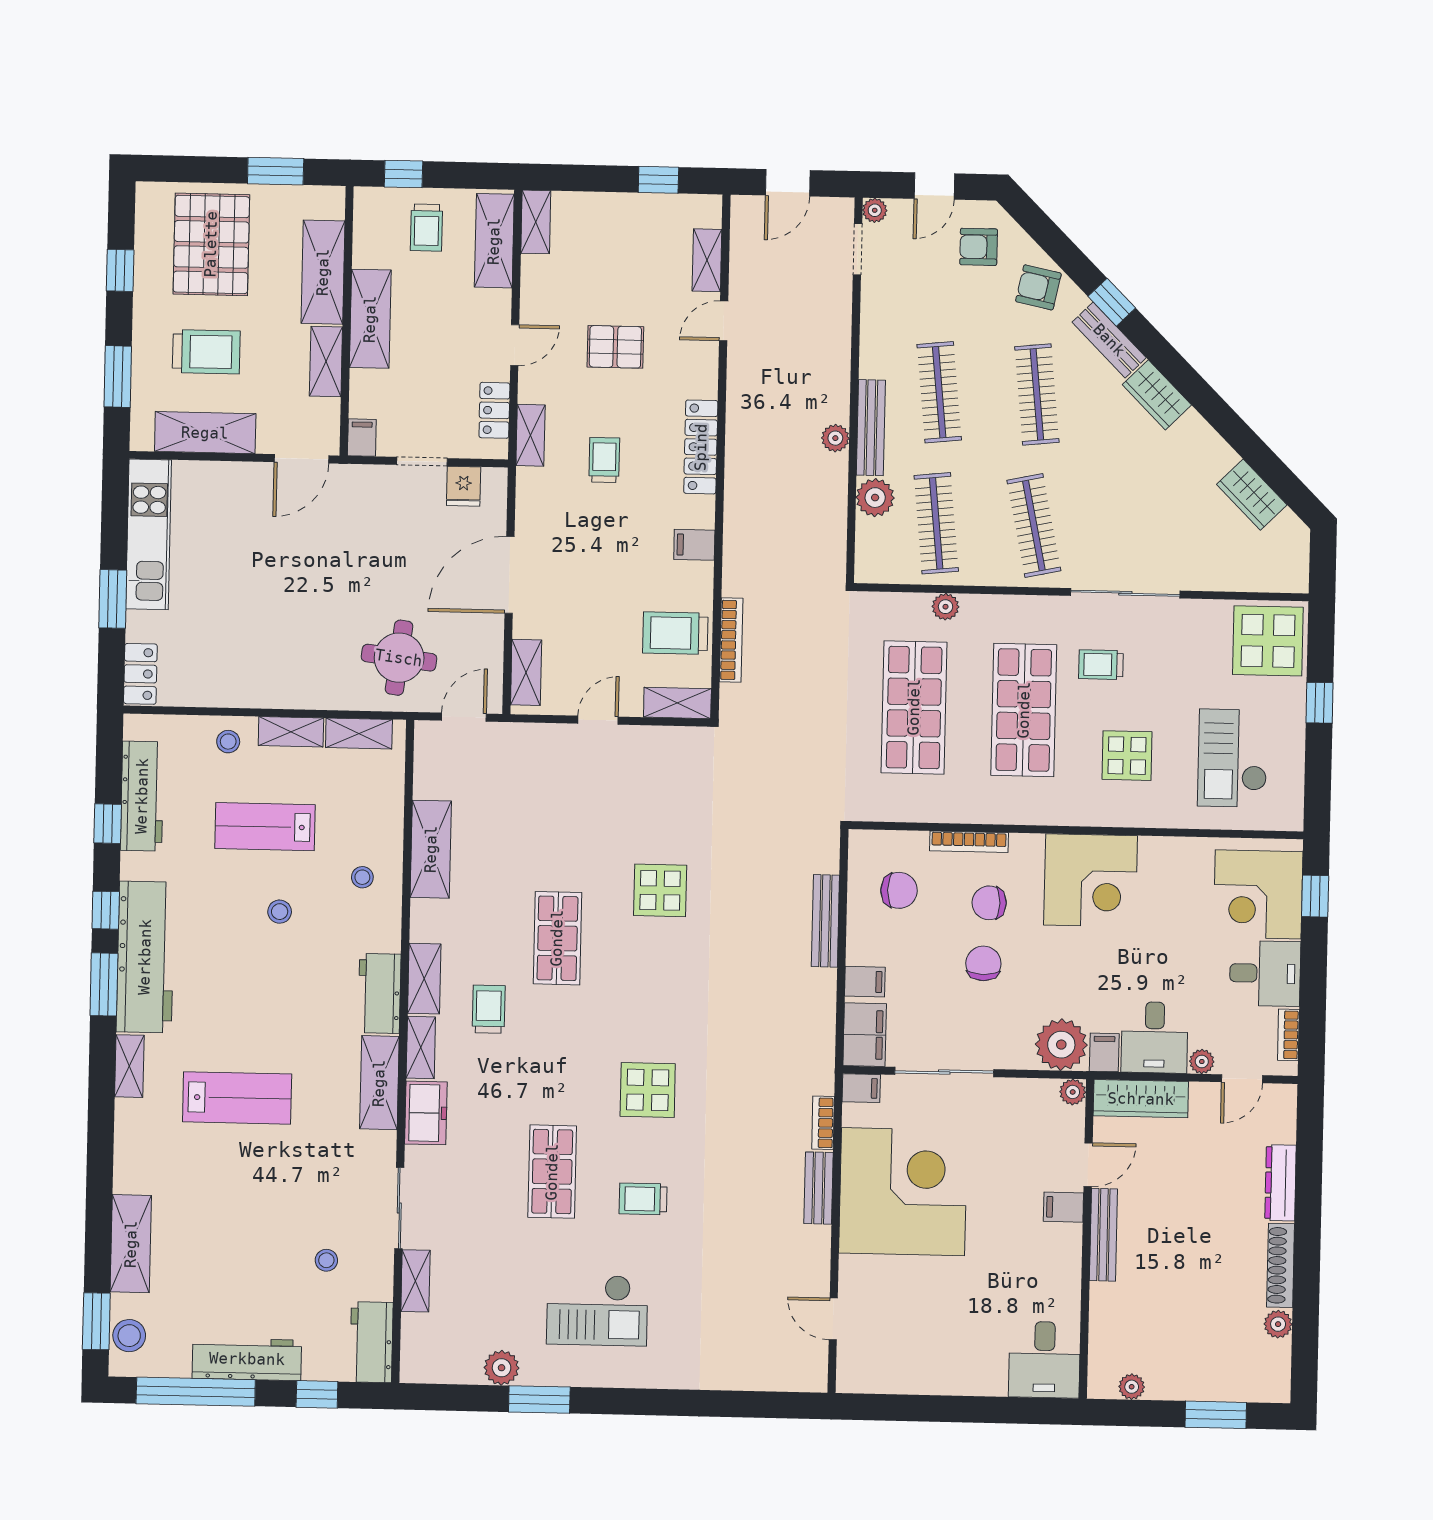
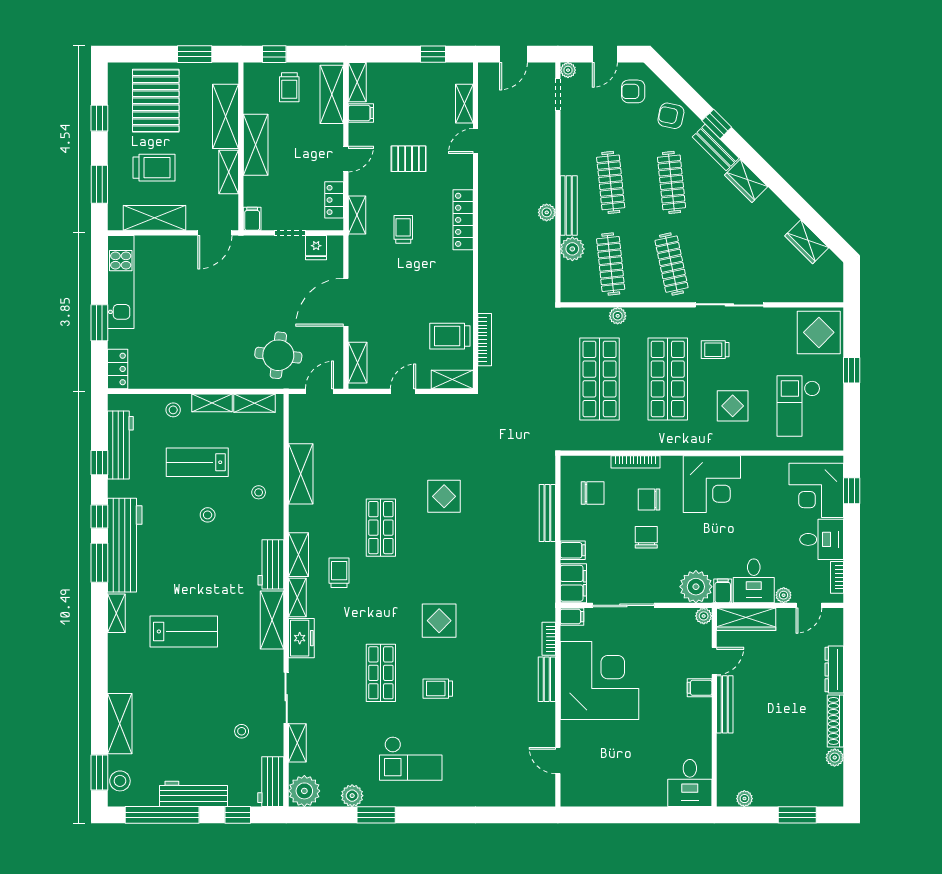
filing cabinet: (694, 545) -> (361, 113), moved, turned 180
plant: (425, 1359) -> (304, 791), added

